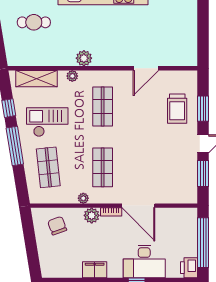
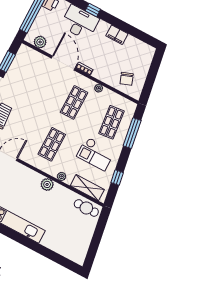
cafe table: (34, 22) -> (86, 208), moved
window: (15, 146) -> (132, 133), moved
plant: (92, 215) -> (40, 42), moved

